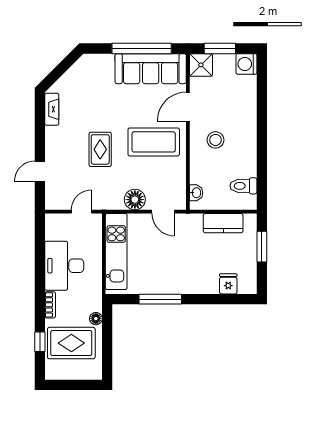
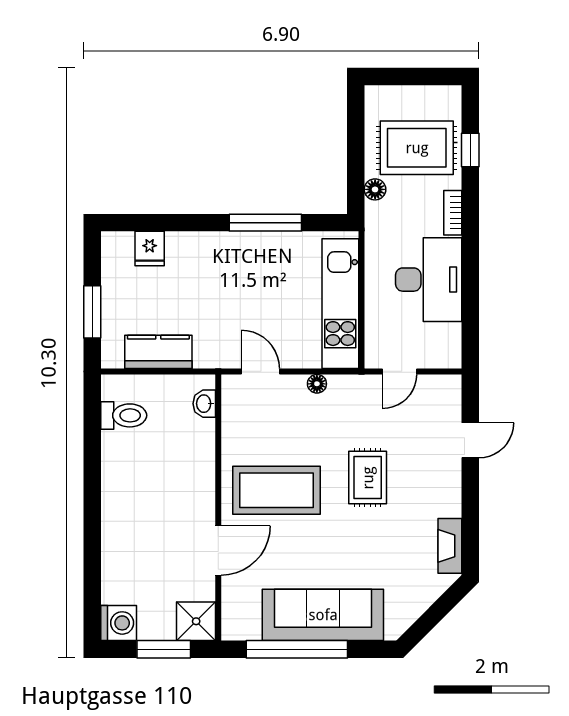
sofa: (151, 69) -> (323, 615), moved
stool: (215, 140) -> (171, 494), removed
floor lamp: (135, 200) -> (317, 384), width x0.53, depth x0.53

